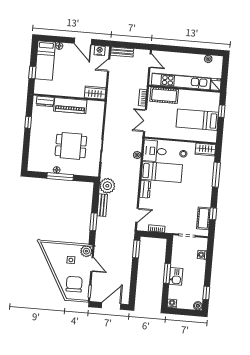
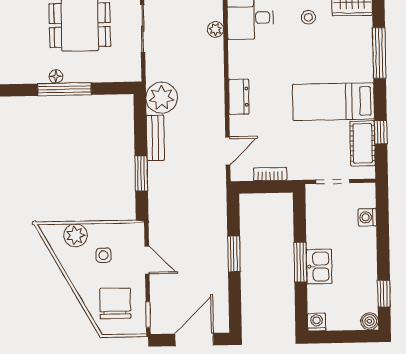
bed: (162, 172) -> (333, 102), moved, turned 180
window: (136, 249) -> (234, 254), moved
plant: (86, 251) -> (75, 235), moved

